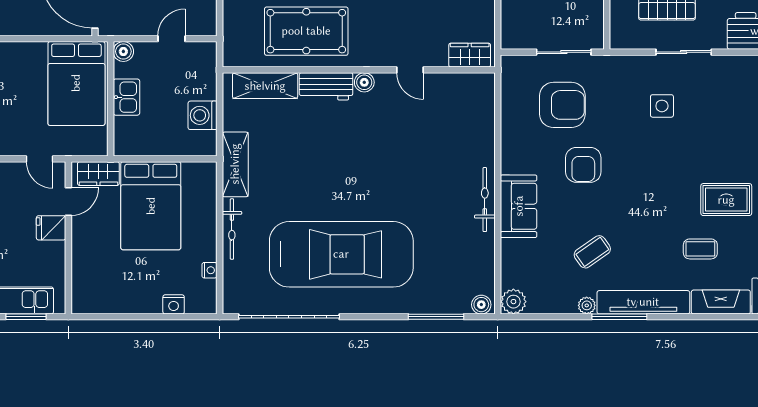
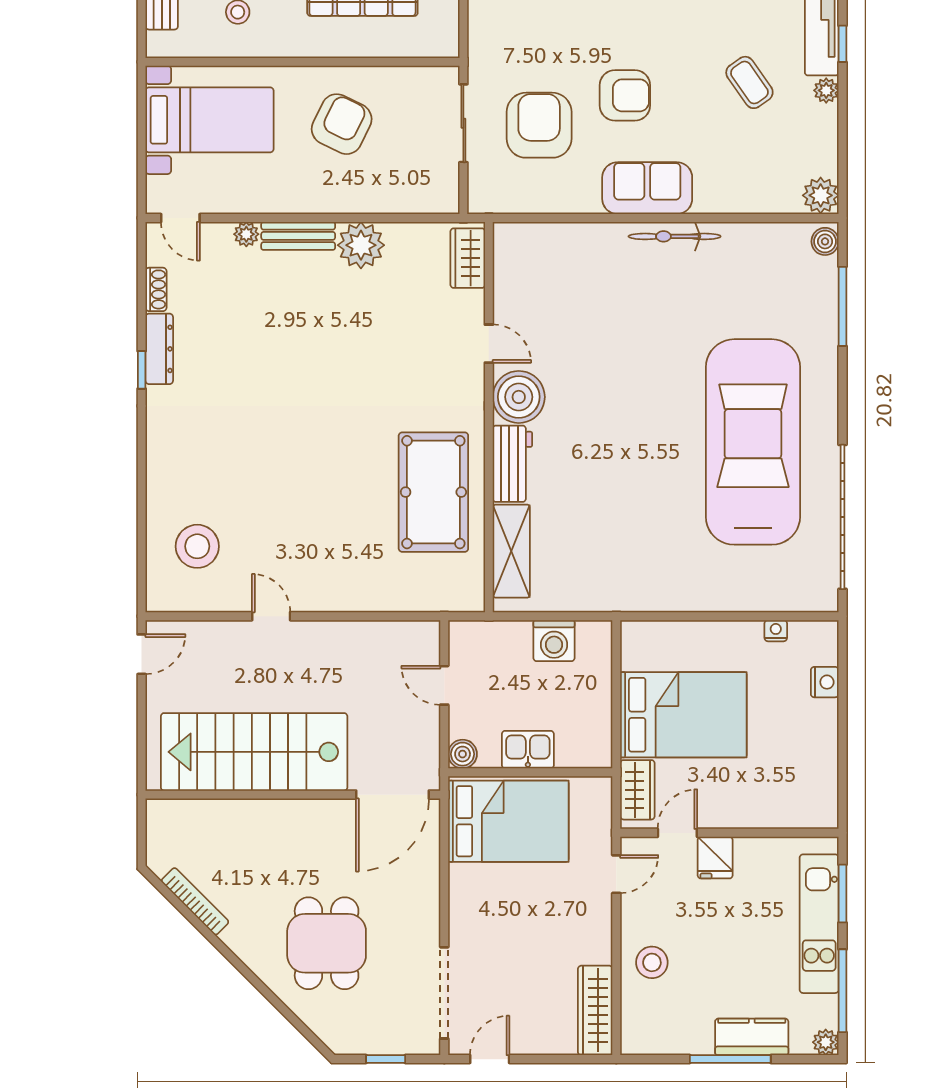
door: (410, 70) -> (489, 344), hinge flipped
boiler: (364, 82) -> (519, 397), width x1.86, depth x1.86
shelving: (235, 164) -> (624, 594), removed
door: (68, 202) -> (677, 833), hinge flipped
sofa: (519, 206) -> (647, 188), moved
bicycle: (232, 229) -> (717, 599), removed
window: (619, 317) -> (842, 44), width x0.46

